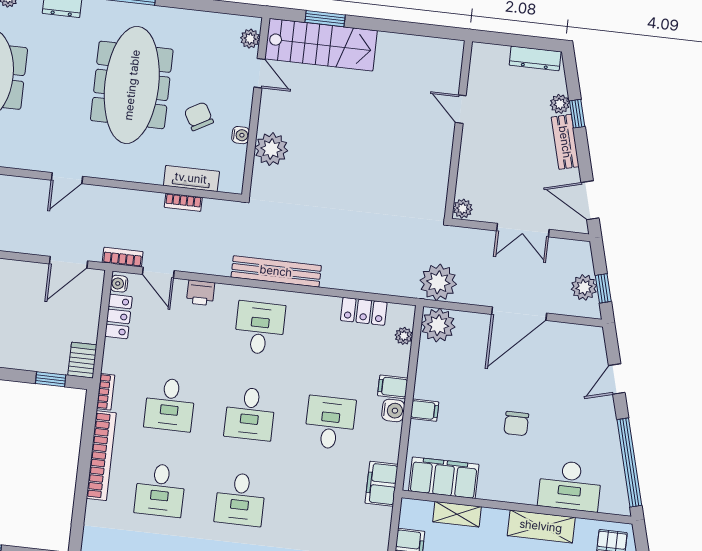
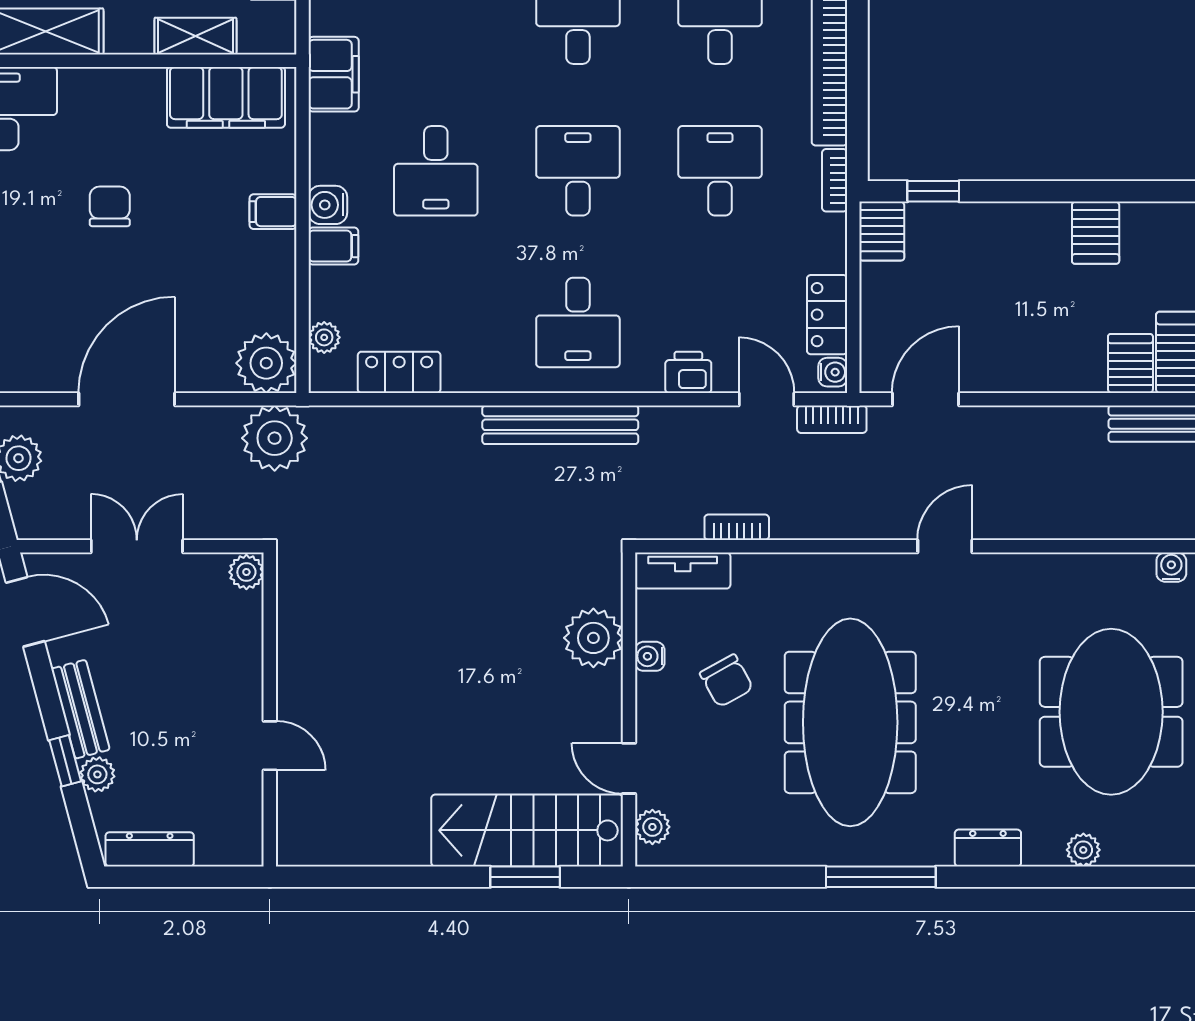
tv unit: (191, 178) -> (683, 571), moved

